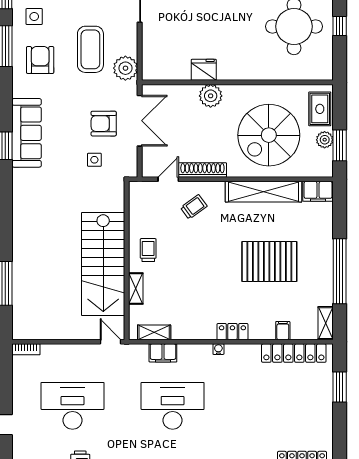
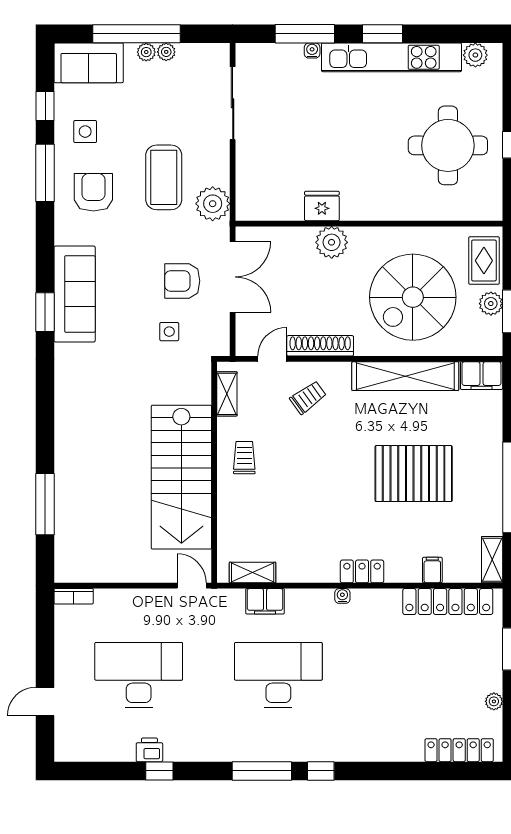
shelving: (136, 289) -> (227, 394), moved
plant: (327, 425) -> (494, 701), added

